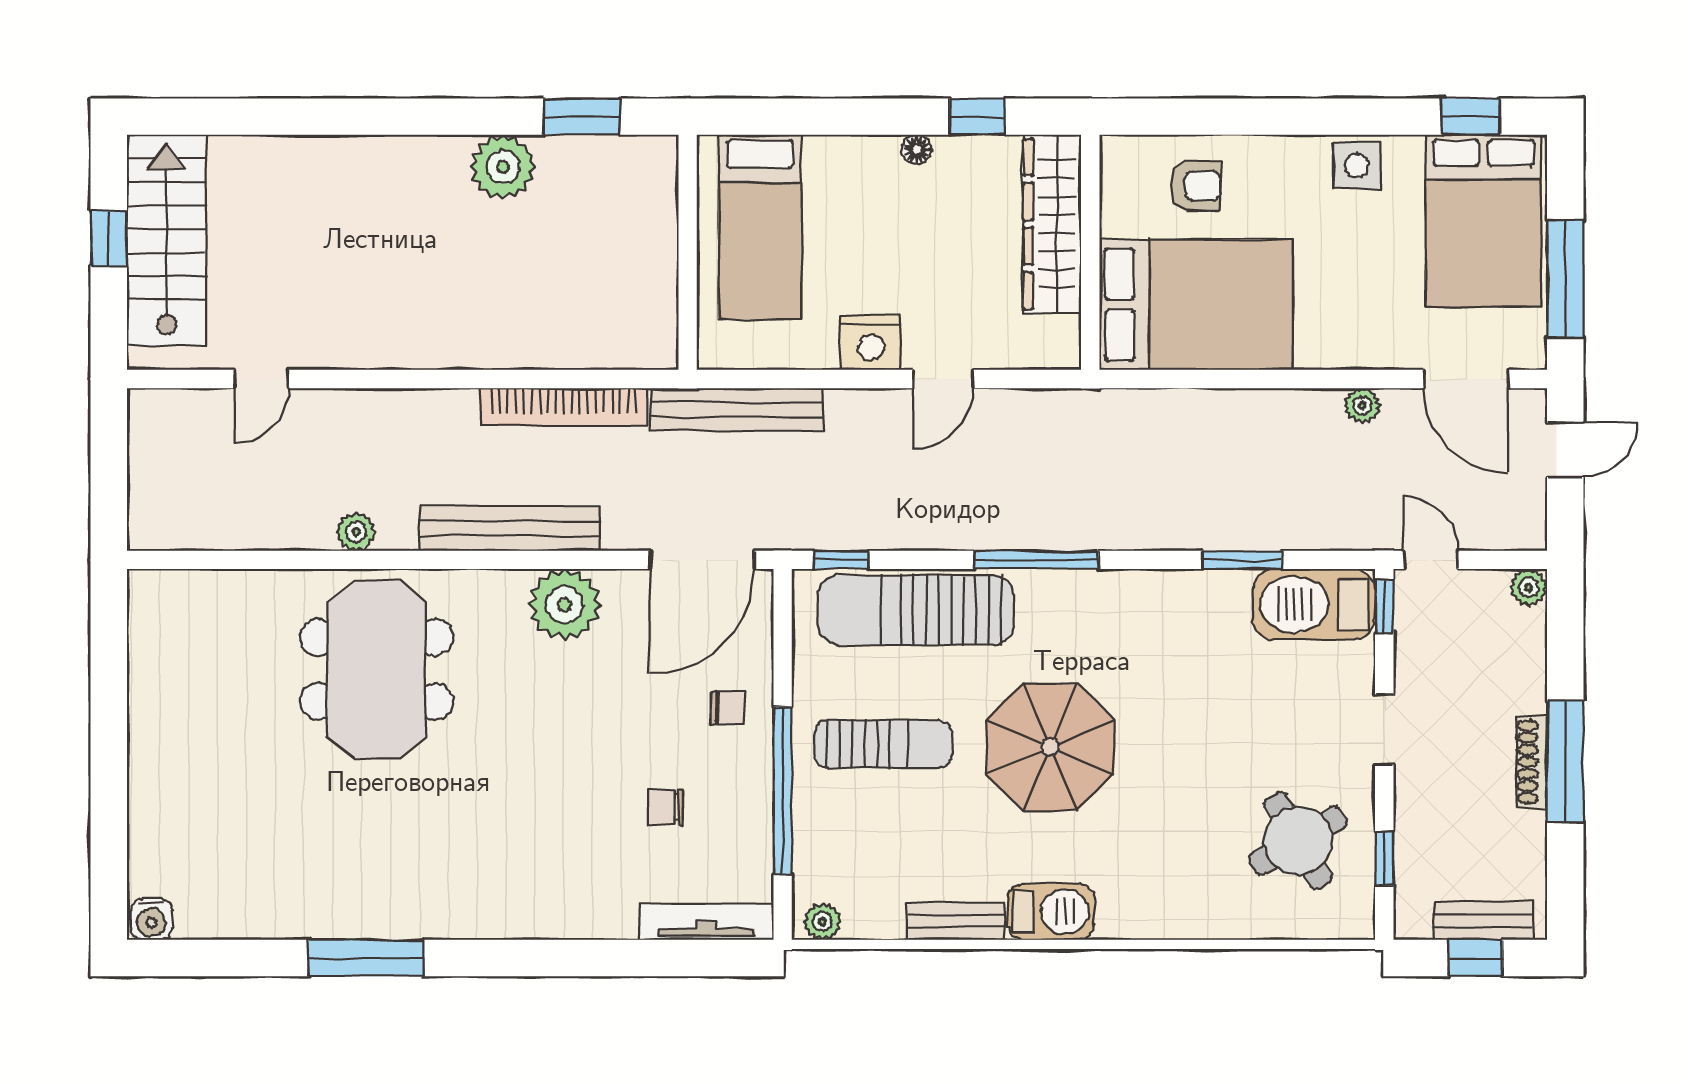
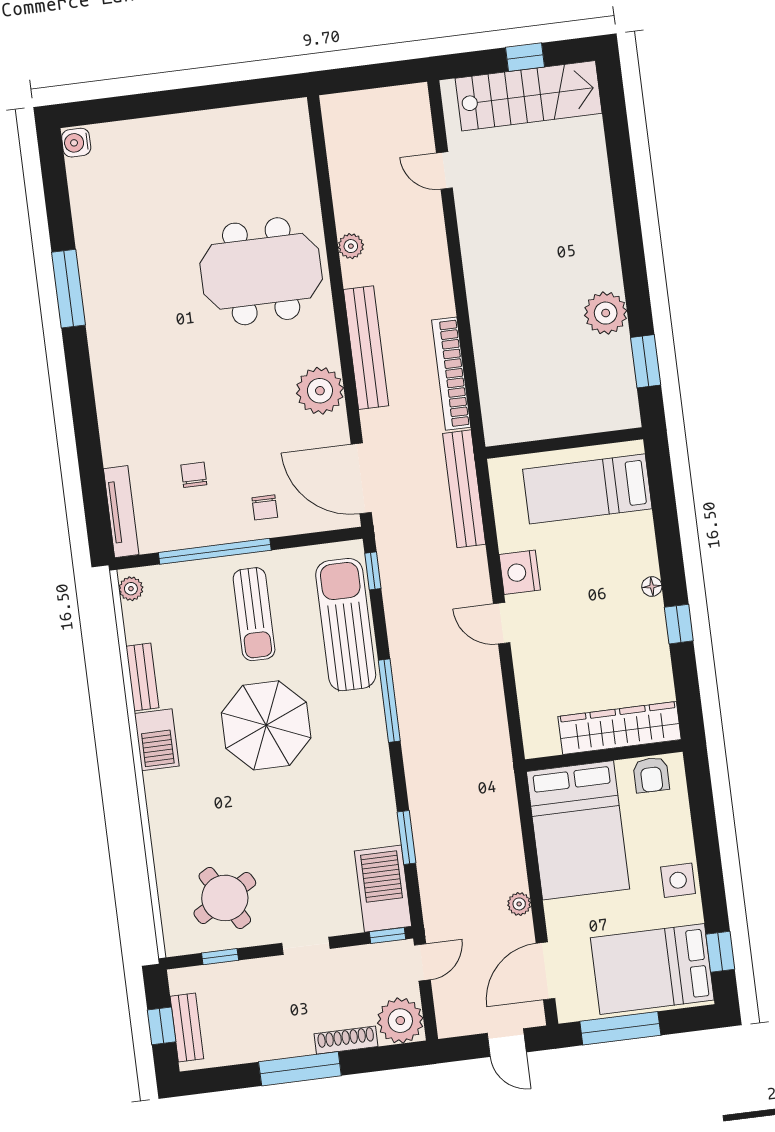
wardrobe: (1052, 224) -> (620, 728), moved
wall: (1090, 252) -> (604, 756), moved
bed: (1196, 305) -> (578, 830), moved
plant: (1529, 587) -> (400, 1021), width x1.87, depth x1.87
shoe rack: (1531, 762) -> (346, 1040), moved

